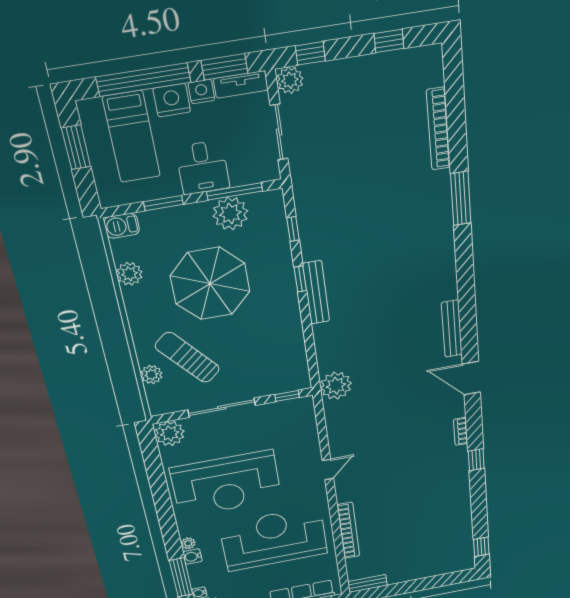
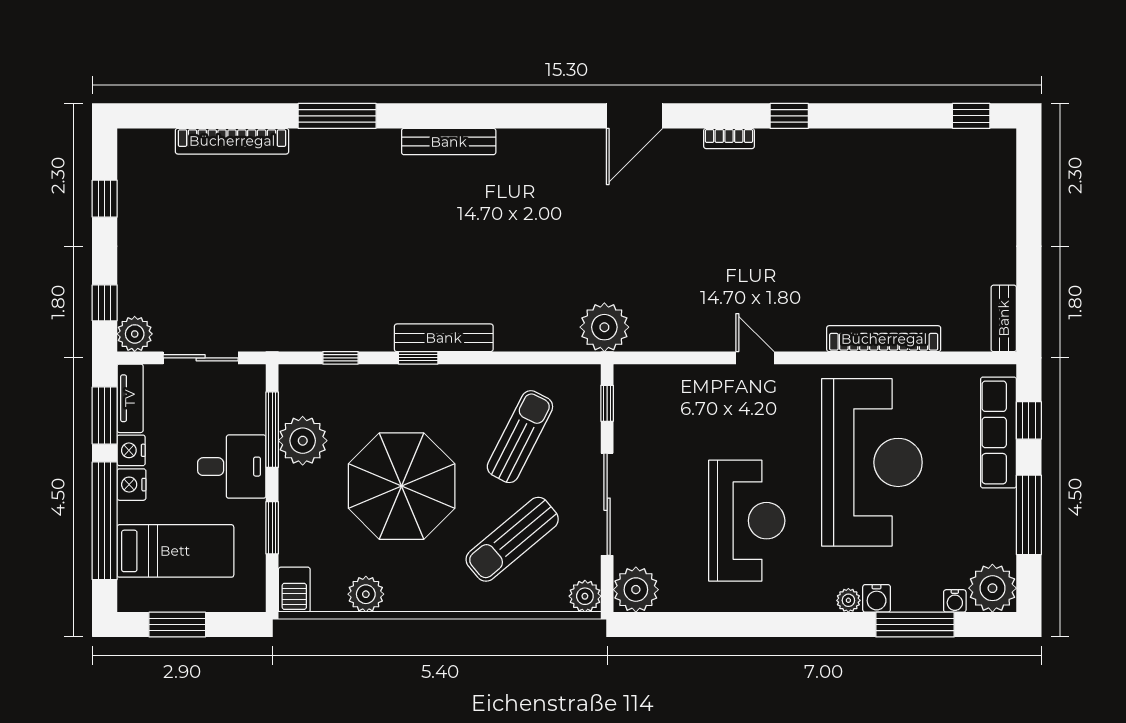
nightstand: (172, 100) -> (131, 485), width x0.74, depth x0.75
bench: (452, 329) -> (449, 142), moved
sun lounger: (257, 350) -> (520, 437), added
plant: (151, 375) -> (585, 596), moved
reception desk: (226, 484) -> (747, 521), width x0.74, depth x0.77
reception desk: (274, 539) -> (872, 462), turned 180

